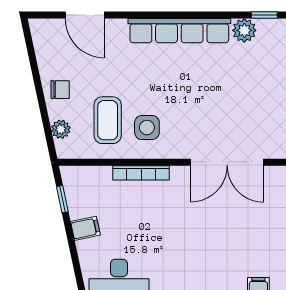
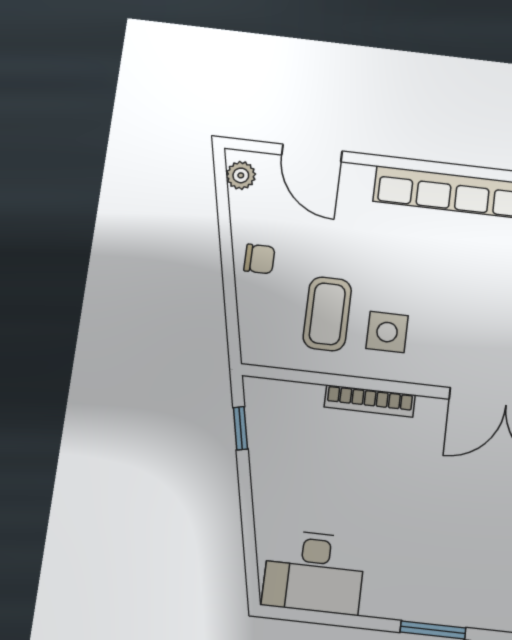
plant: (61, 129) -> (241, 175), moved
filing cabinet: (85, 228) -> (271, 479), removed

